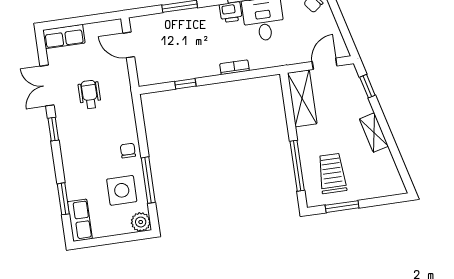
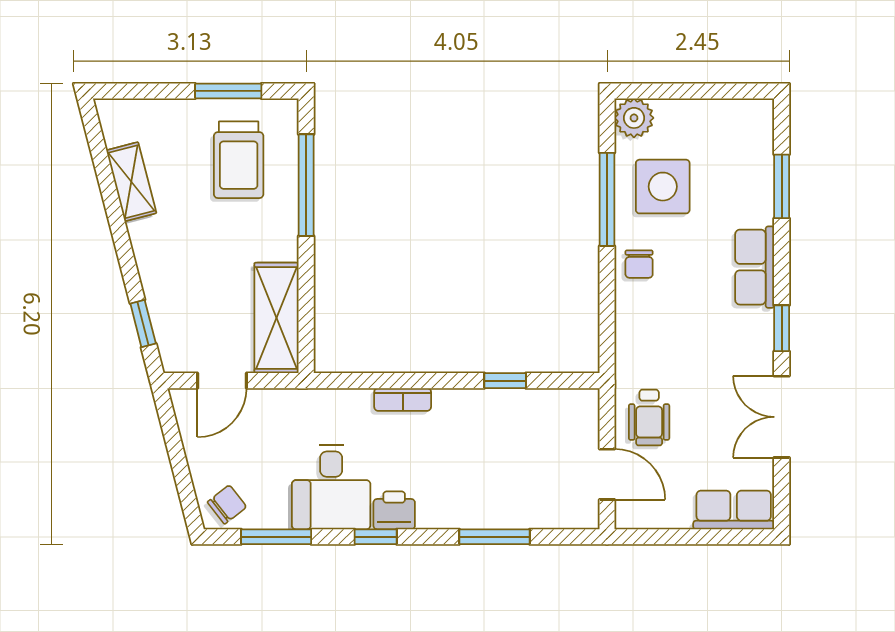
double door: (47, 86) -> (782, 417), swing flipped
wheelchair: (90, 94) -> (649, 417), moved
shelving: (374, 133) -> (131, 182), moved
row of seats: (80, 220) -> (755, 267), moved

